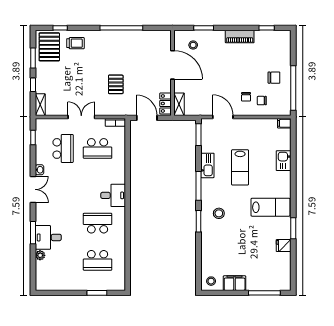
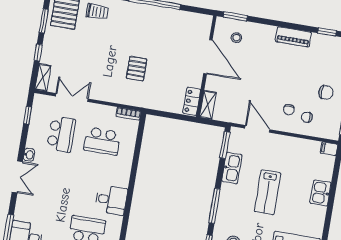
window: (204, 28) -> (235, 16), moved
double door: (81, 117) -> (72, 97), moved
door: (147, 118) -> (167, 115), removed
kitchen sink: (207, 165) -> (232, 168), moved

